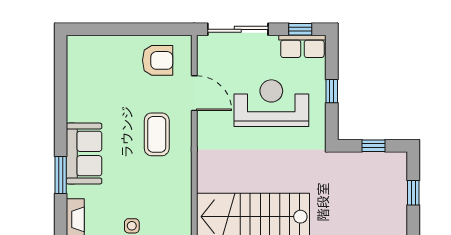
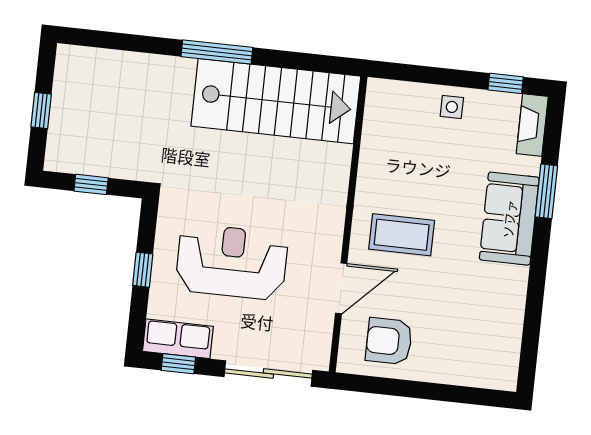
door: (194, 93) -> (341, 288), swing flipped
reception desk: (271, 103) -> (232, 262), turned 180
coffee table: (157, 134) -> (402, 235), turned 90

